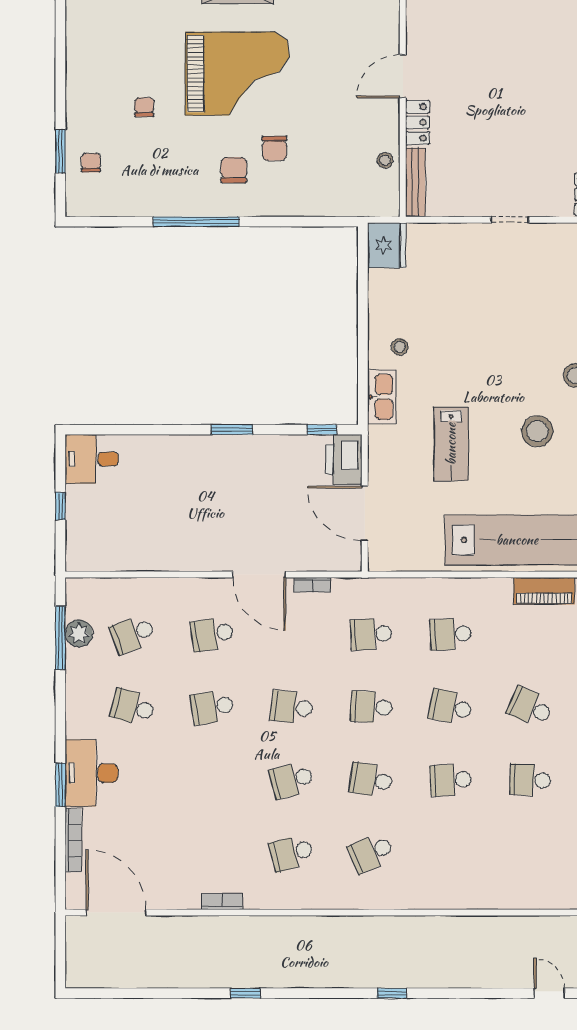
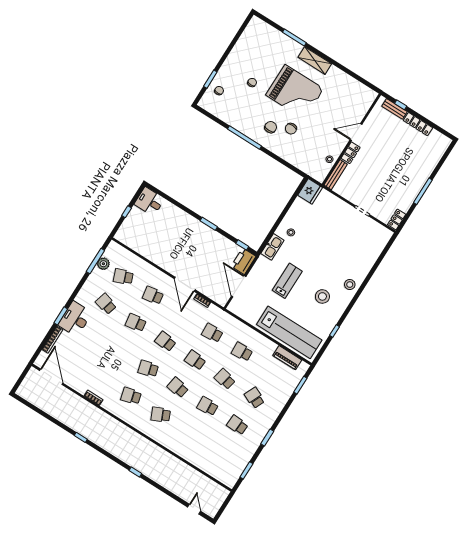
lab bench: (451, 444) -> (287, 281), turned 180

